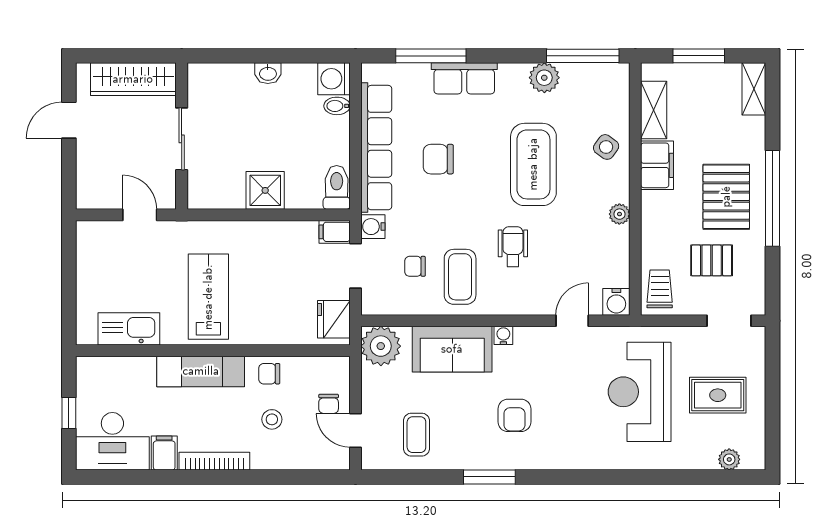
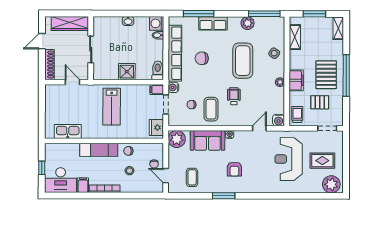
filing cabinet: (657, 165) -> (296, 80), moved
shoe rack: (86, 174) -> (50, 65), added
lab bench: (208, 297) -> (112, 107), moved, turned 180
plant: (729, 459) -> (331, 184), width x1.87, depth x1.87

